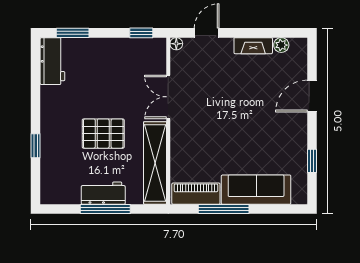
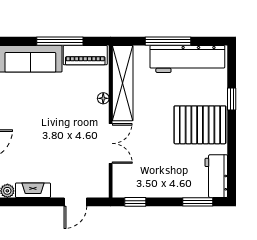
floor lamp: (176, 44) -> (103, 98), moved
pallet: (103, 134) -> (200, 125), moved, width x1.37, depth x1.41
workbench: (103, 193) -> (187, 59), width x1.88, depth x1.32

